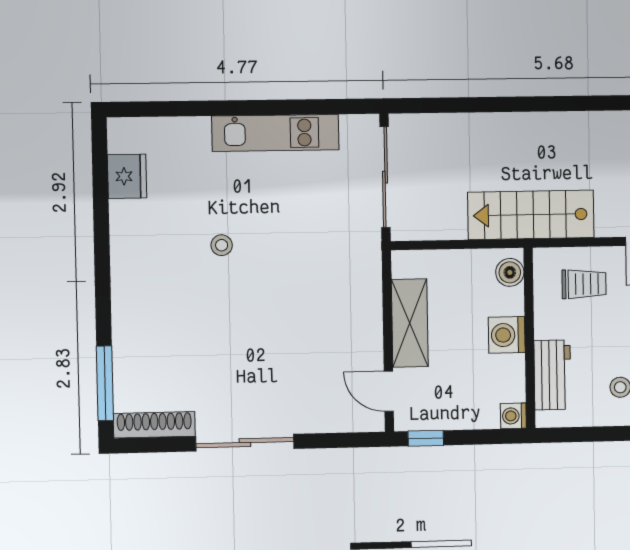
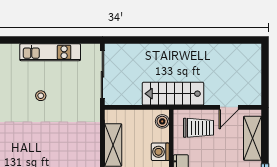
stool: (222, 245) -> (41, 96), moved
trolley: (584, 284) -> (198, 128), width x1.36, depth x1.39

